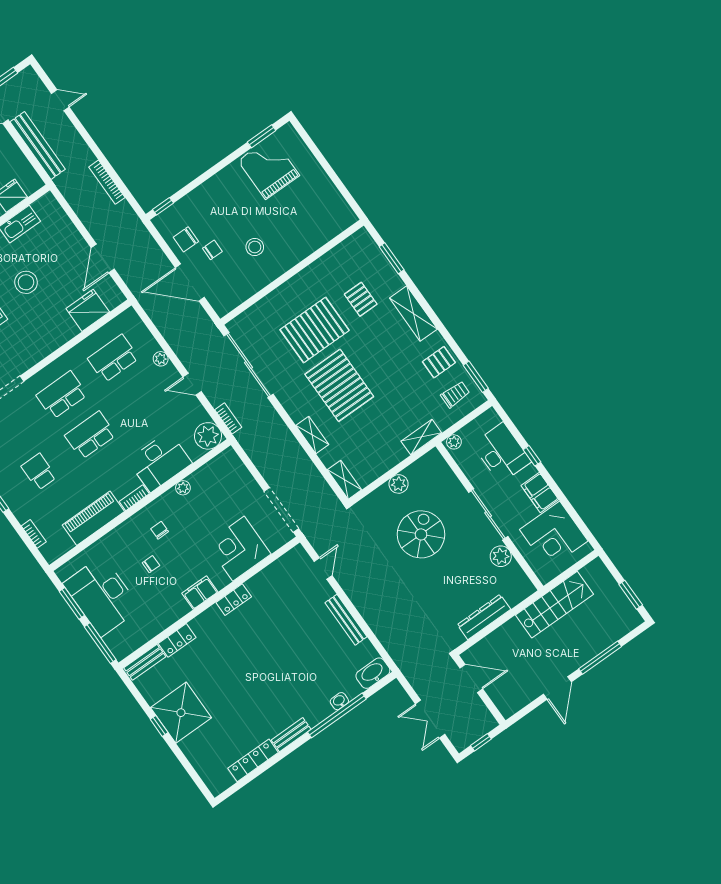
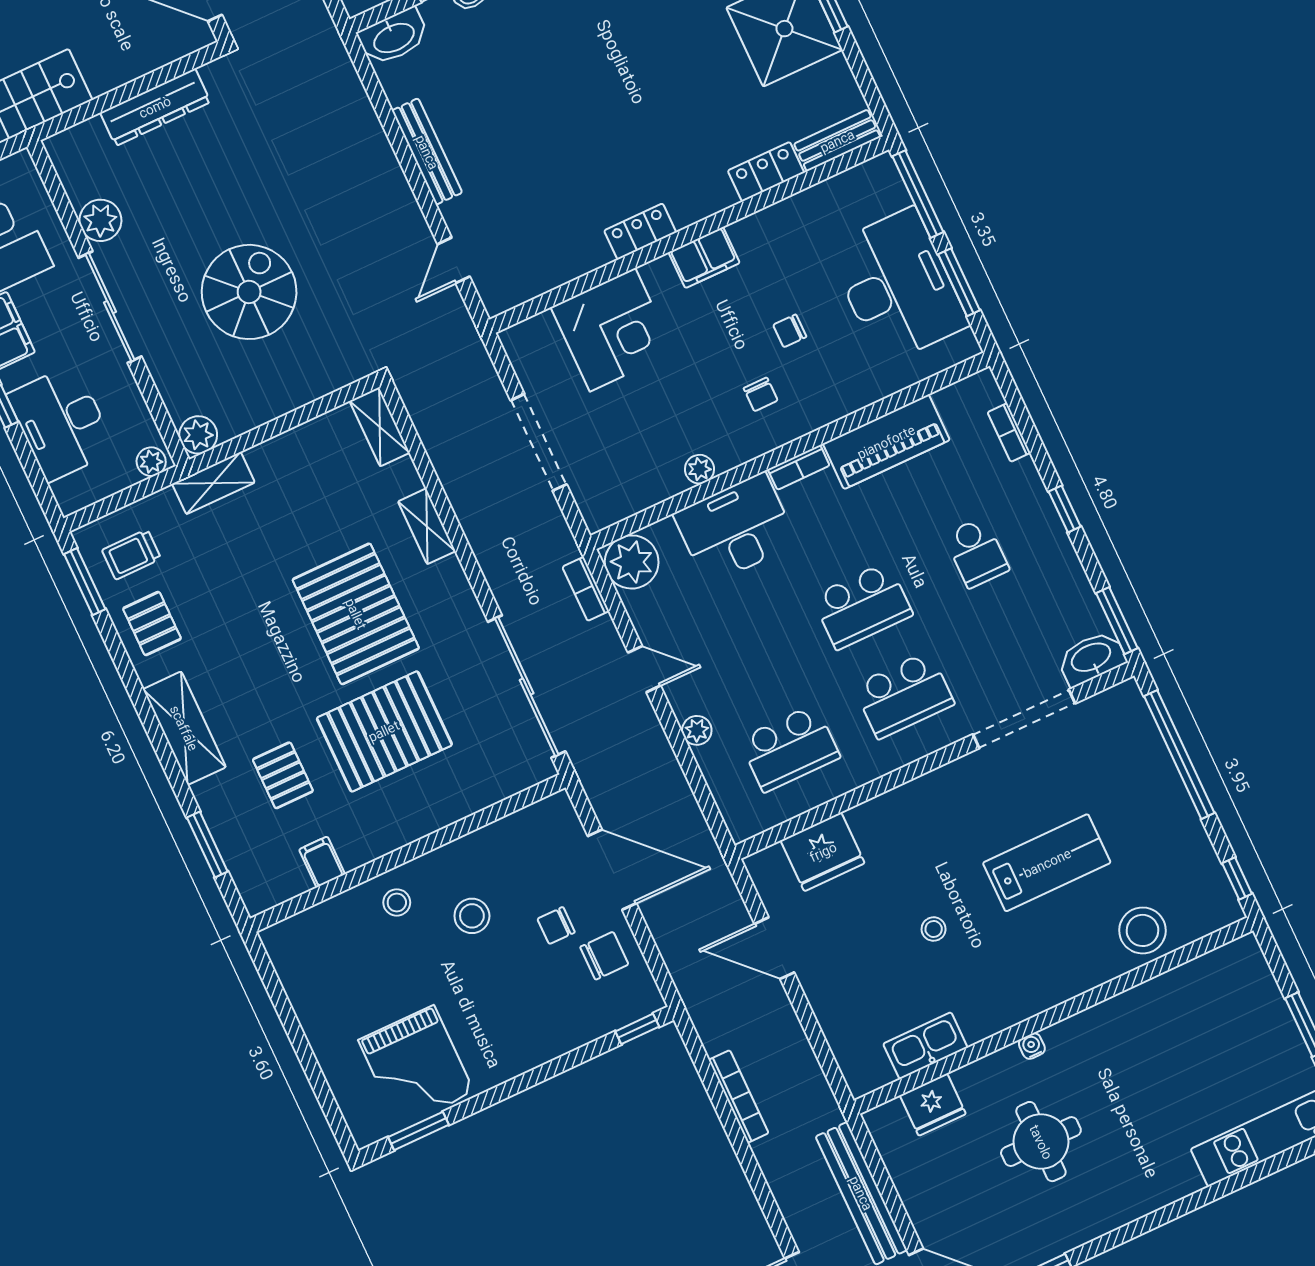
stool: (293, 247) -> (397, 902), added
door: (103, 258) -> (774, 948), swing flipped
filing cabinet: (334, 260) -> (322, 862), added
stool: (26, 282) -> (934, 929), width x0.53, depth x0.53
pallet: (439, 362) -> (152, 624), turned 90
plant: (399, 484) -> (198, 435), moved
doorway: (281, 510) -> (539, 442), moved
spiral stairs: (421, 534) -> (249, 292), turned 180

